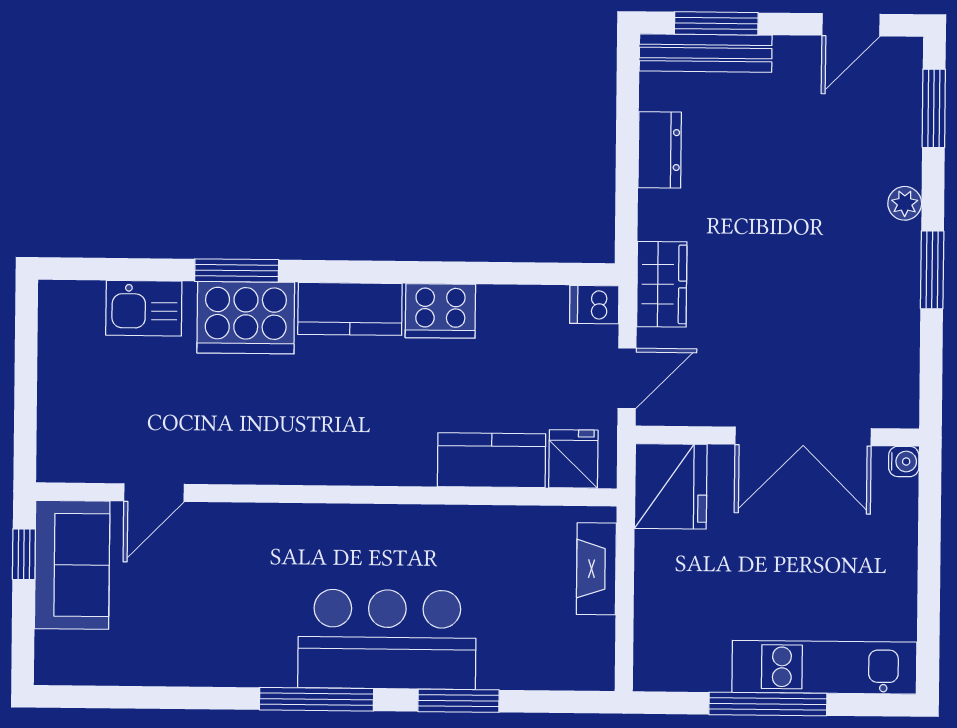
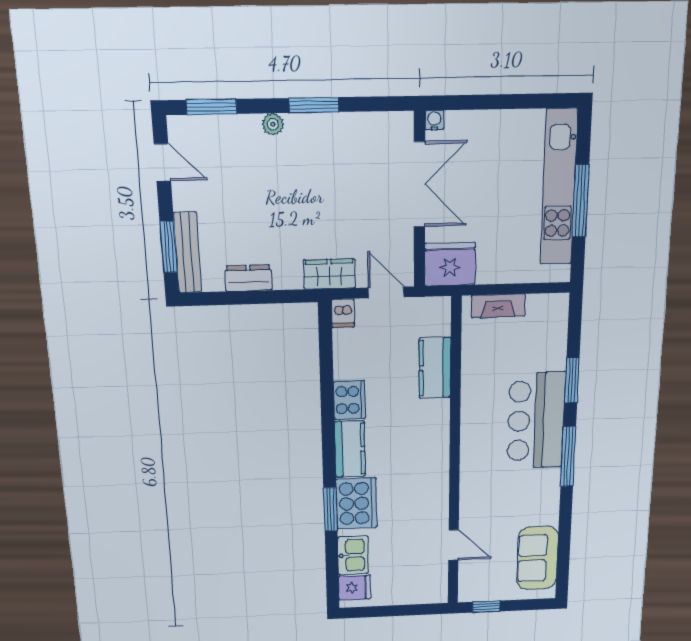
fridge: (573, 459) -> (355, 588), moved, turned 180
sofa: (72, 565) -> (537, 558), moved, turned -90
kitchen unit: (824, 667) -> (559, 188), width x1.36

